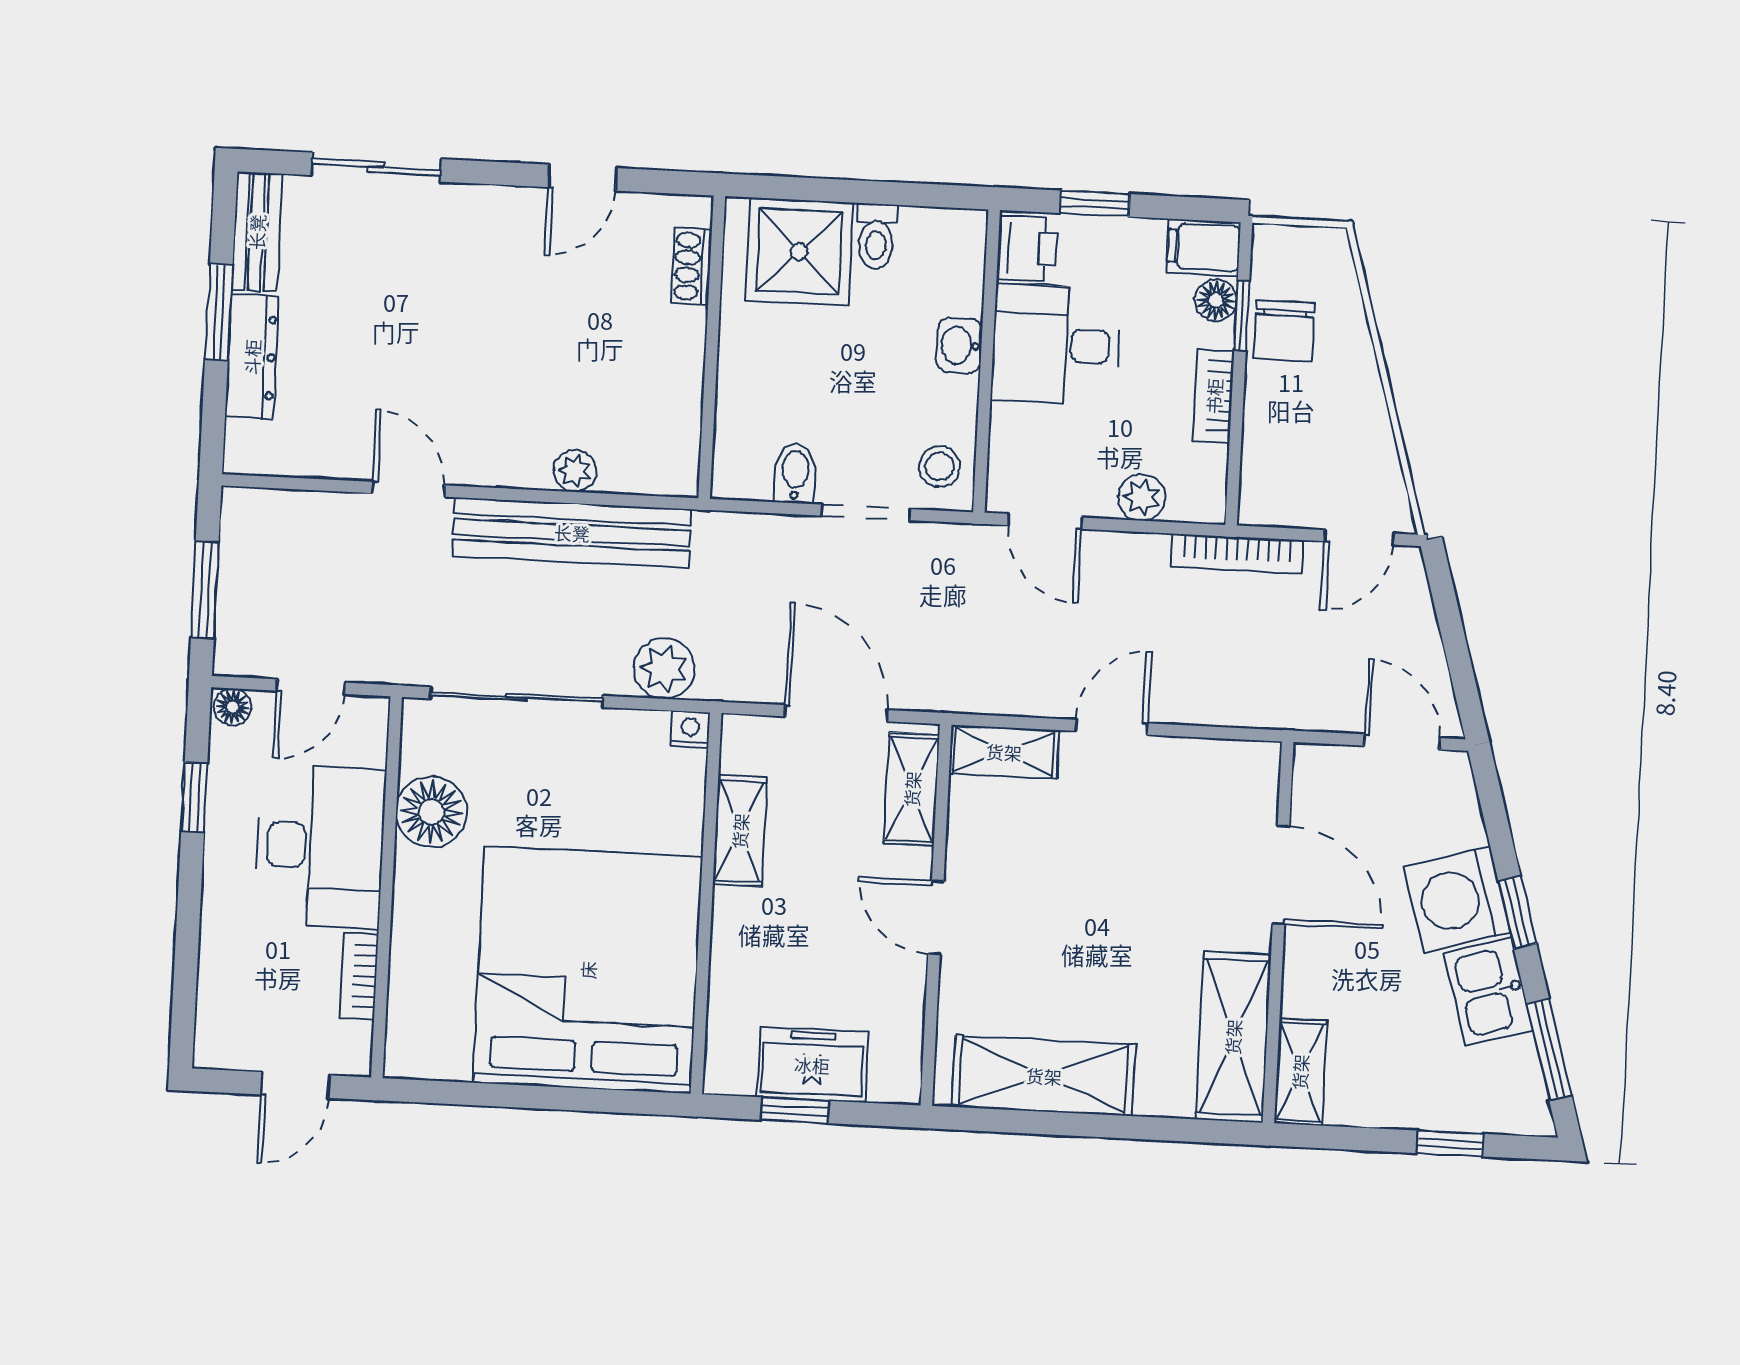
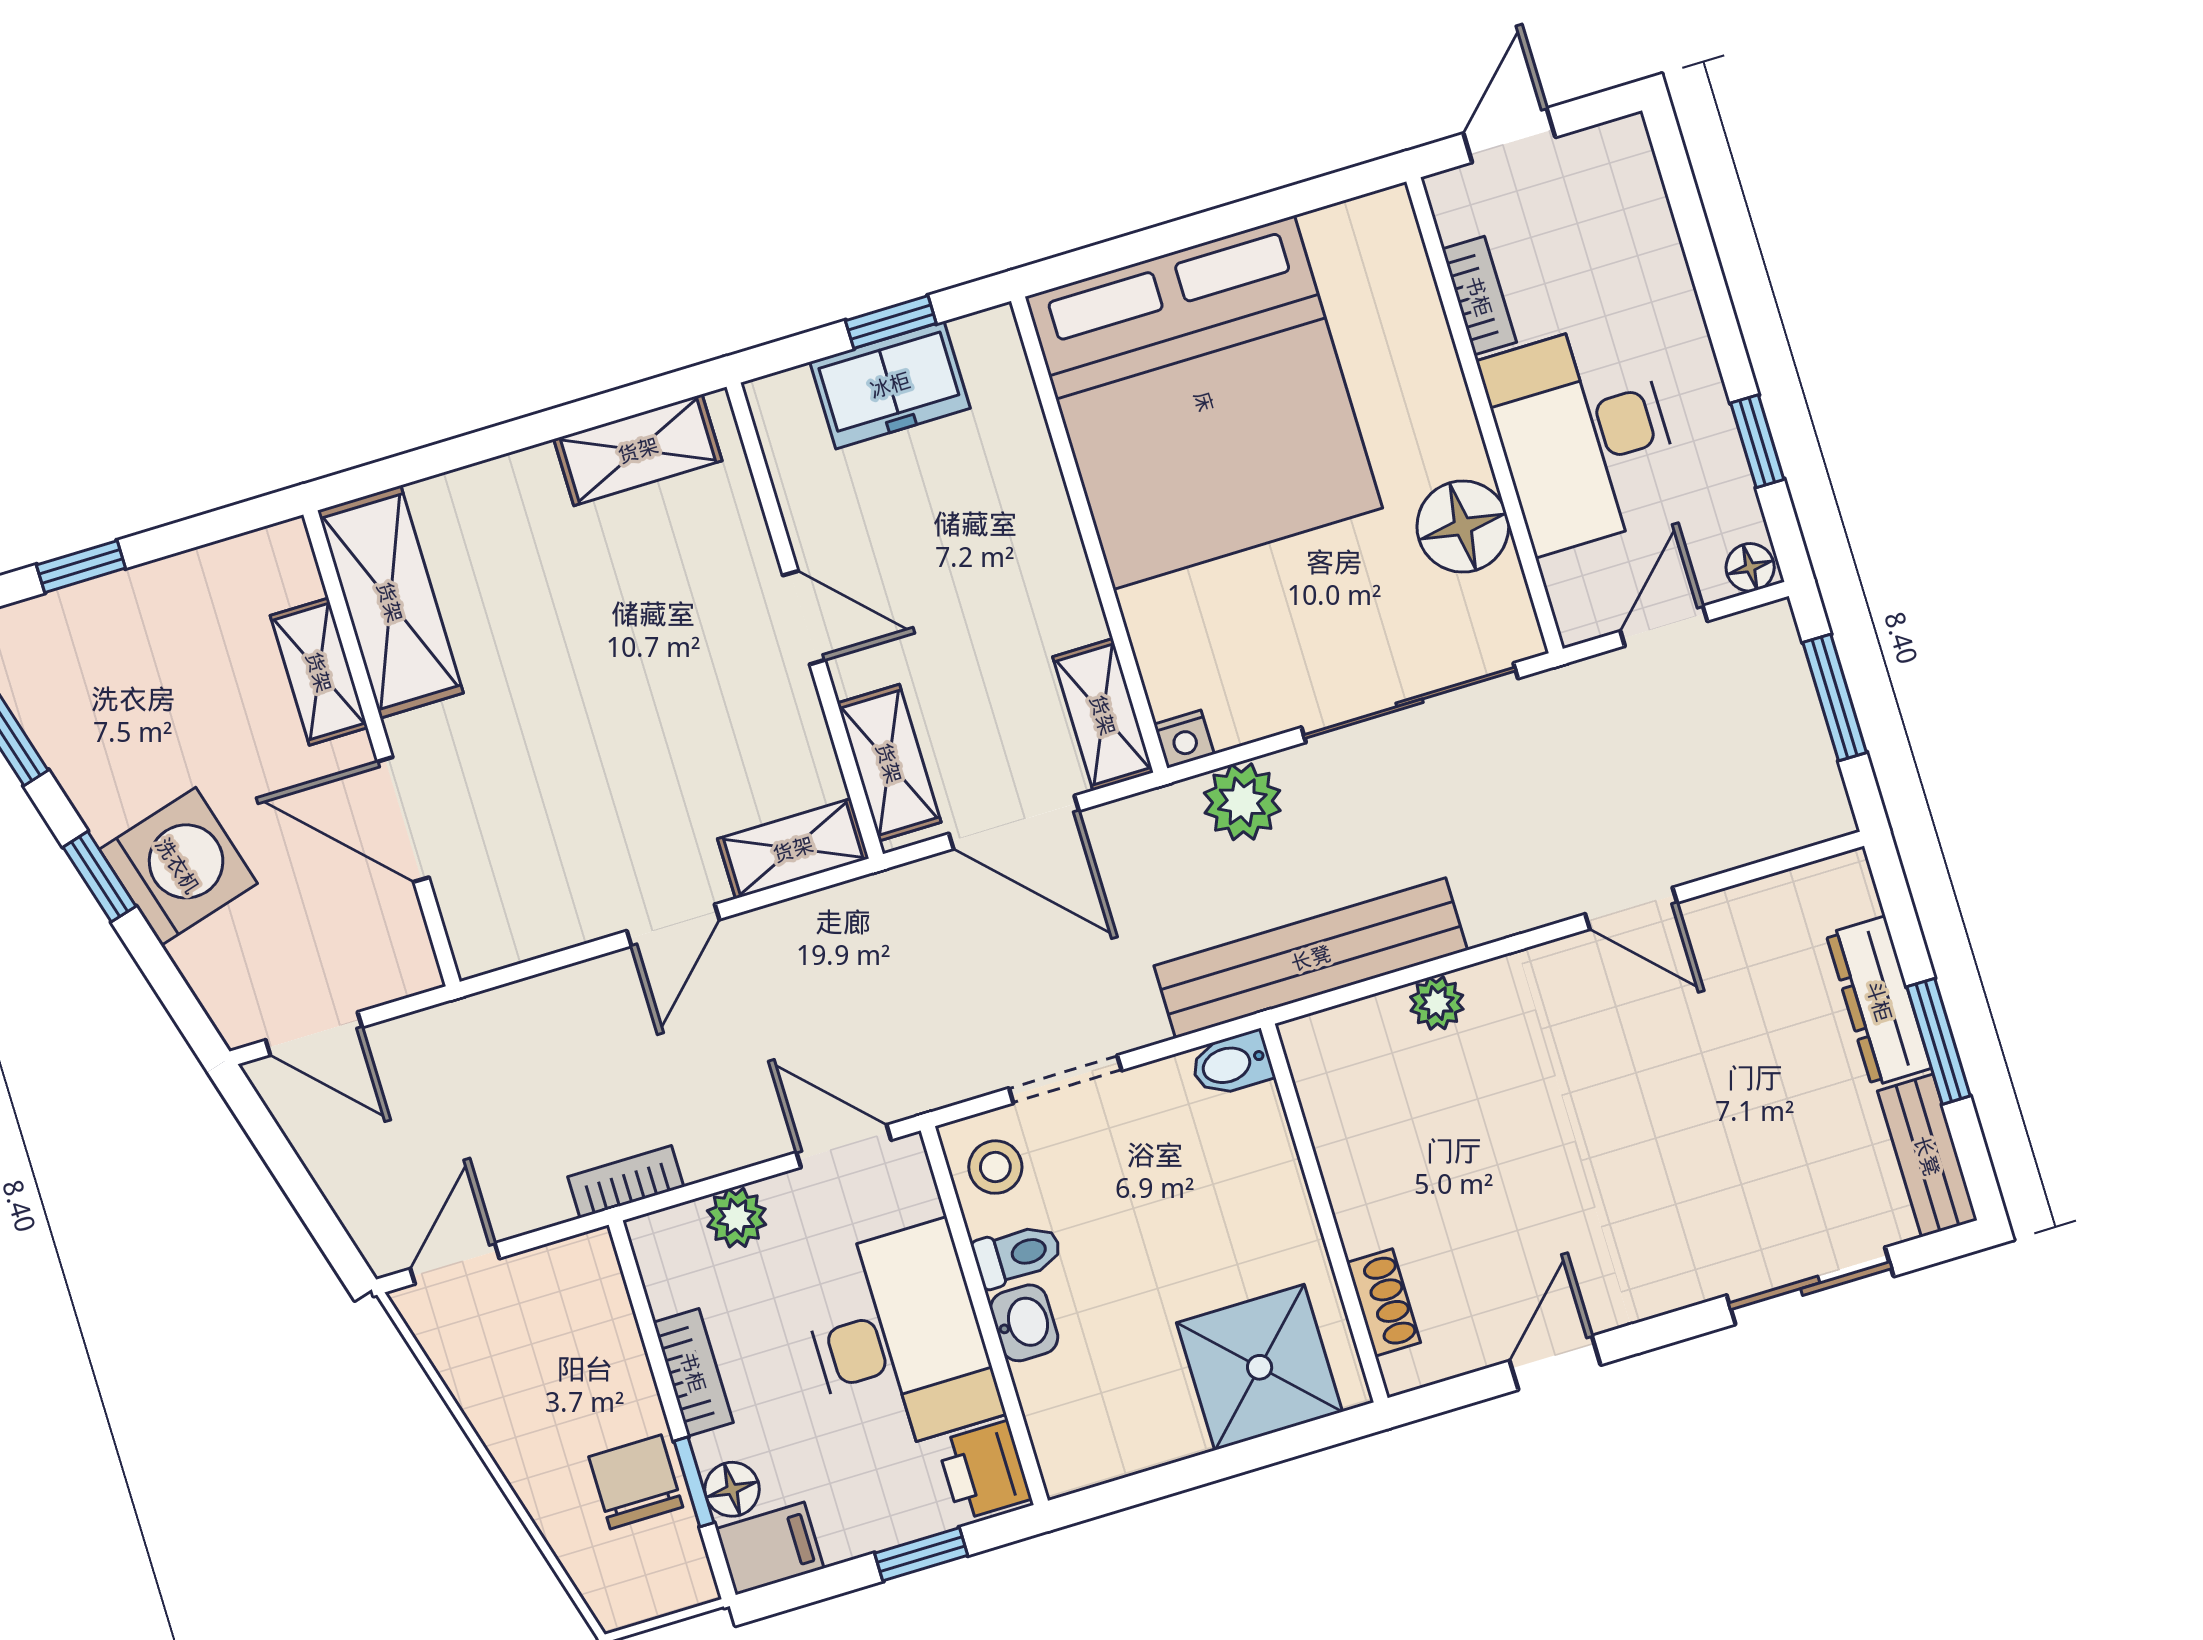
toilet: (876, 236) -> (1017, 1255), moved, turned 90
desk: (1056, 345) -> (899, 1339), width x1.37
bidet: (795, 473) -> (1232, 1064), moved, turned 90
bench: (572, 533) -> (1311, 958), moved
bookcase: (1237, 554) -> (626, 1182), width x0.64
shelving: (740, 831) -> (1103, 715), moved
kitchen sink: (1489, 991) -> (100, 768), removed
shelving: (1300, 1072) -> (319, 672), moved
shelving: (1044, 1076) -> (638, 450), width x0.67, depth x0.75

